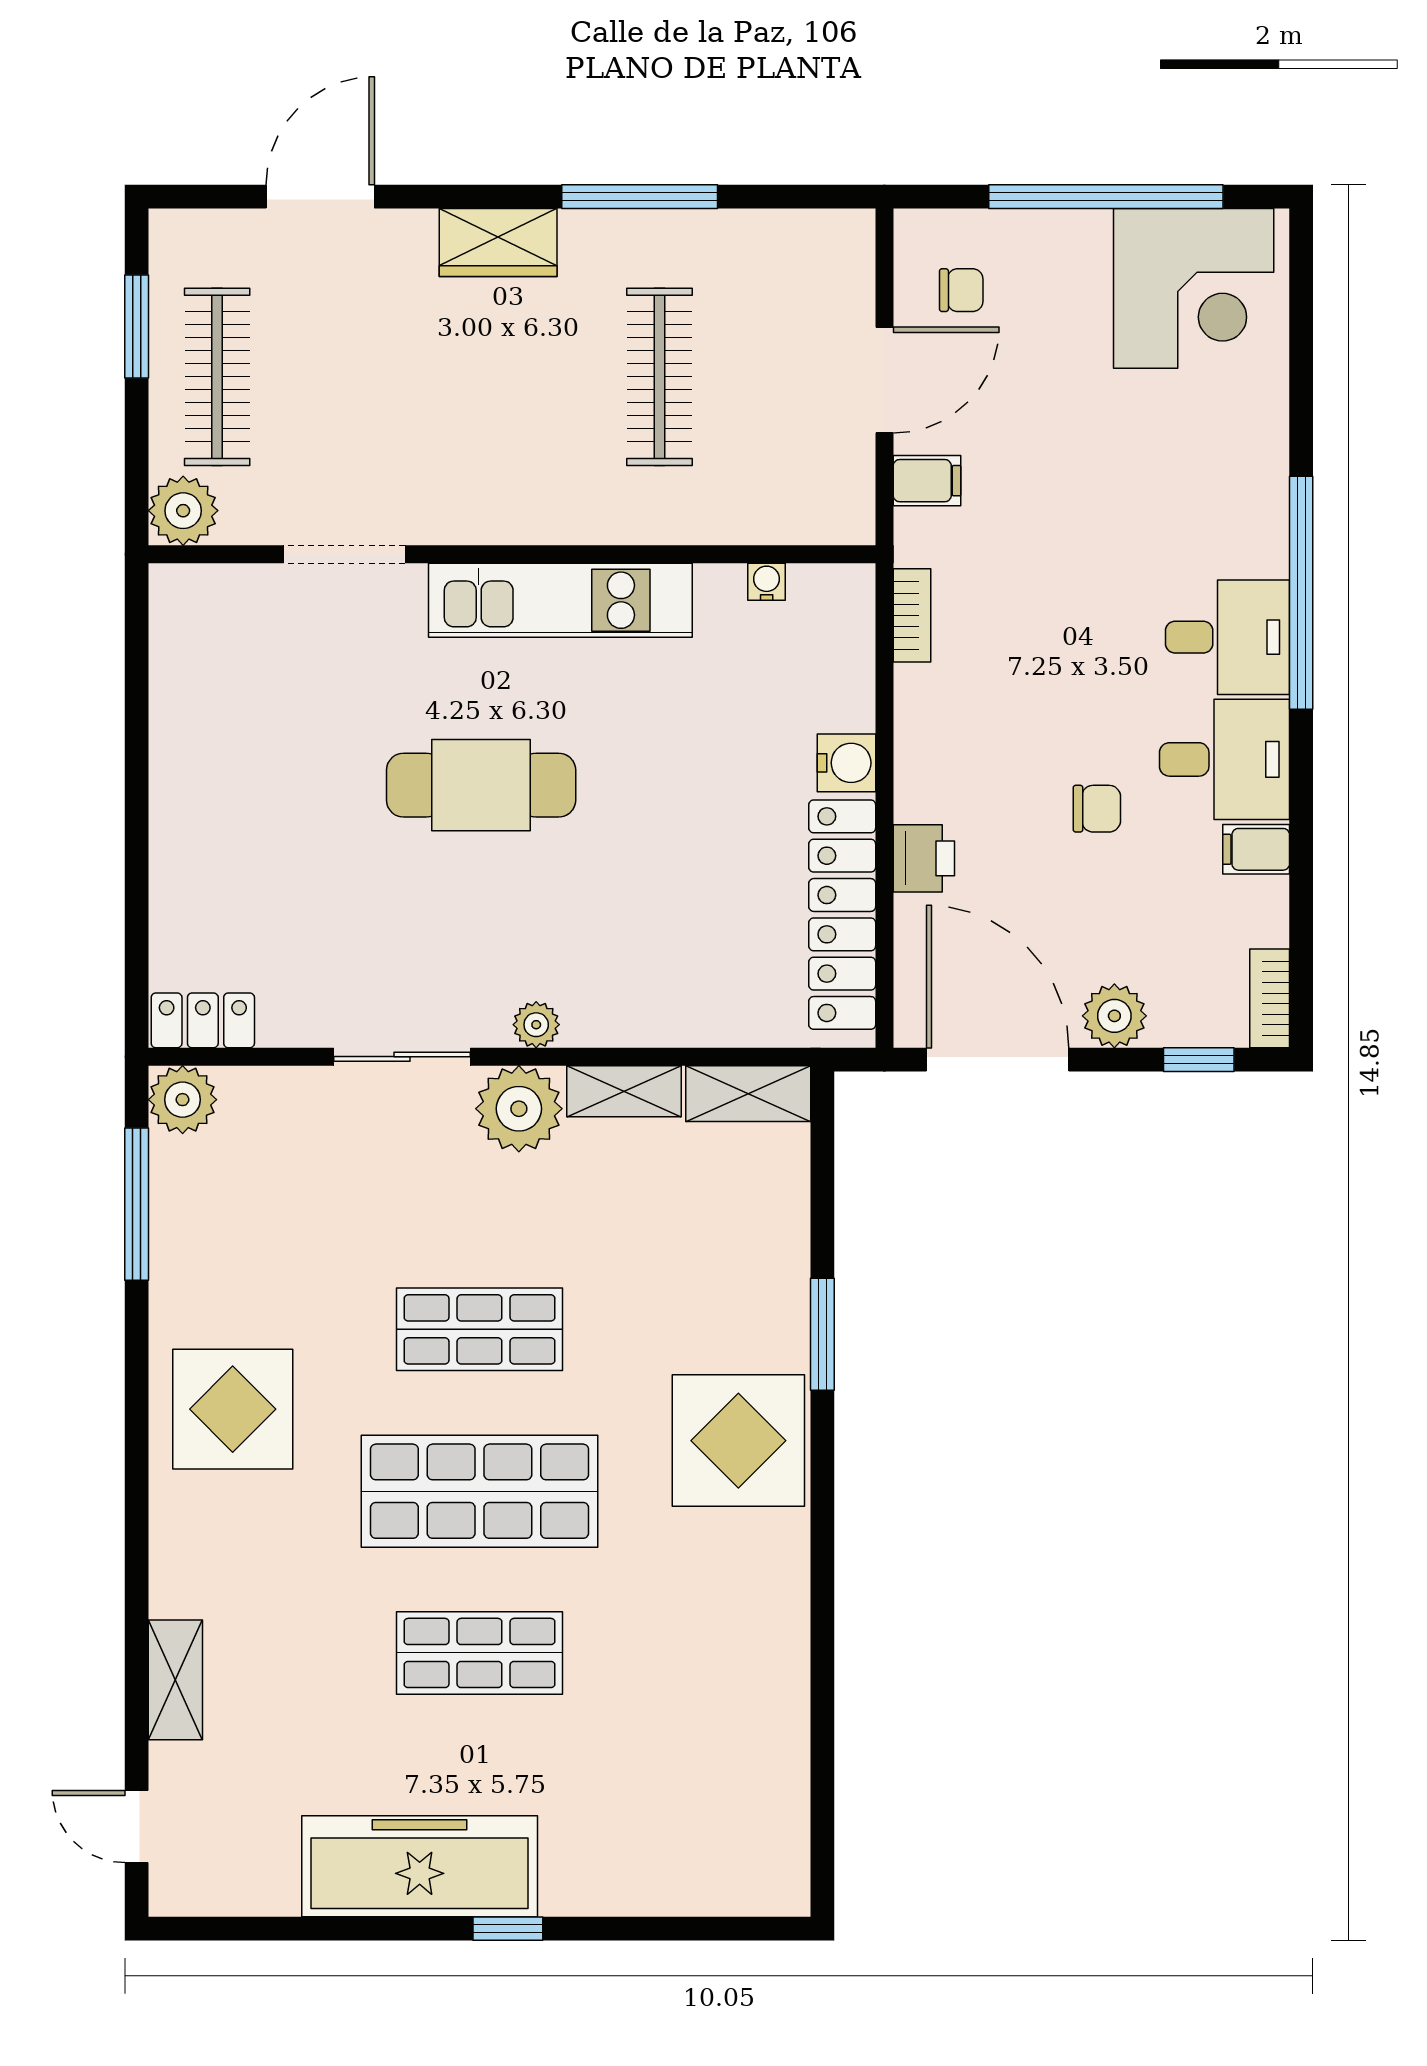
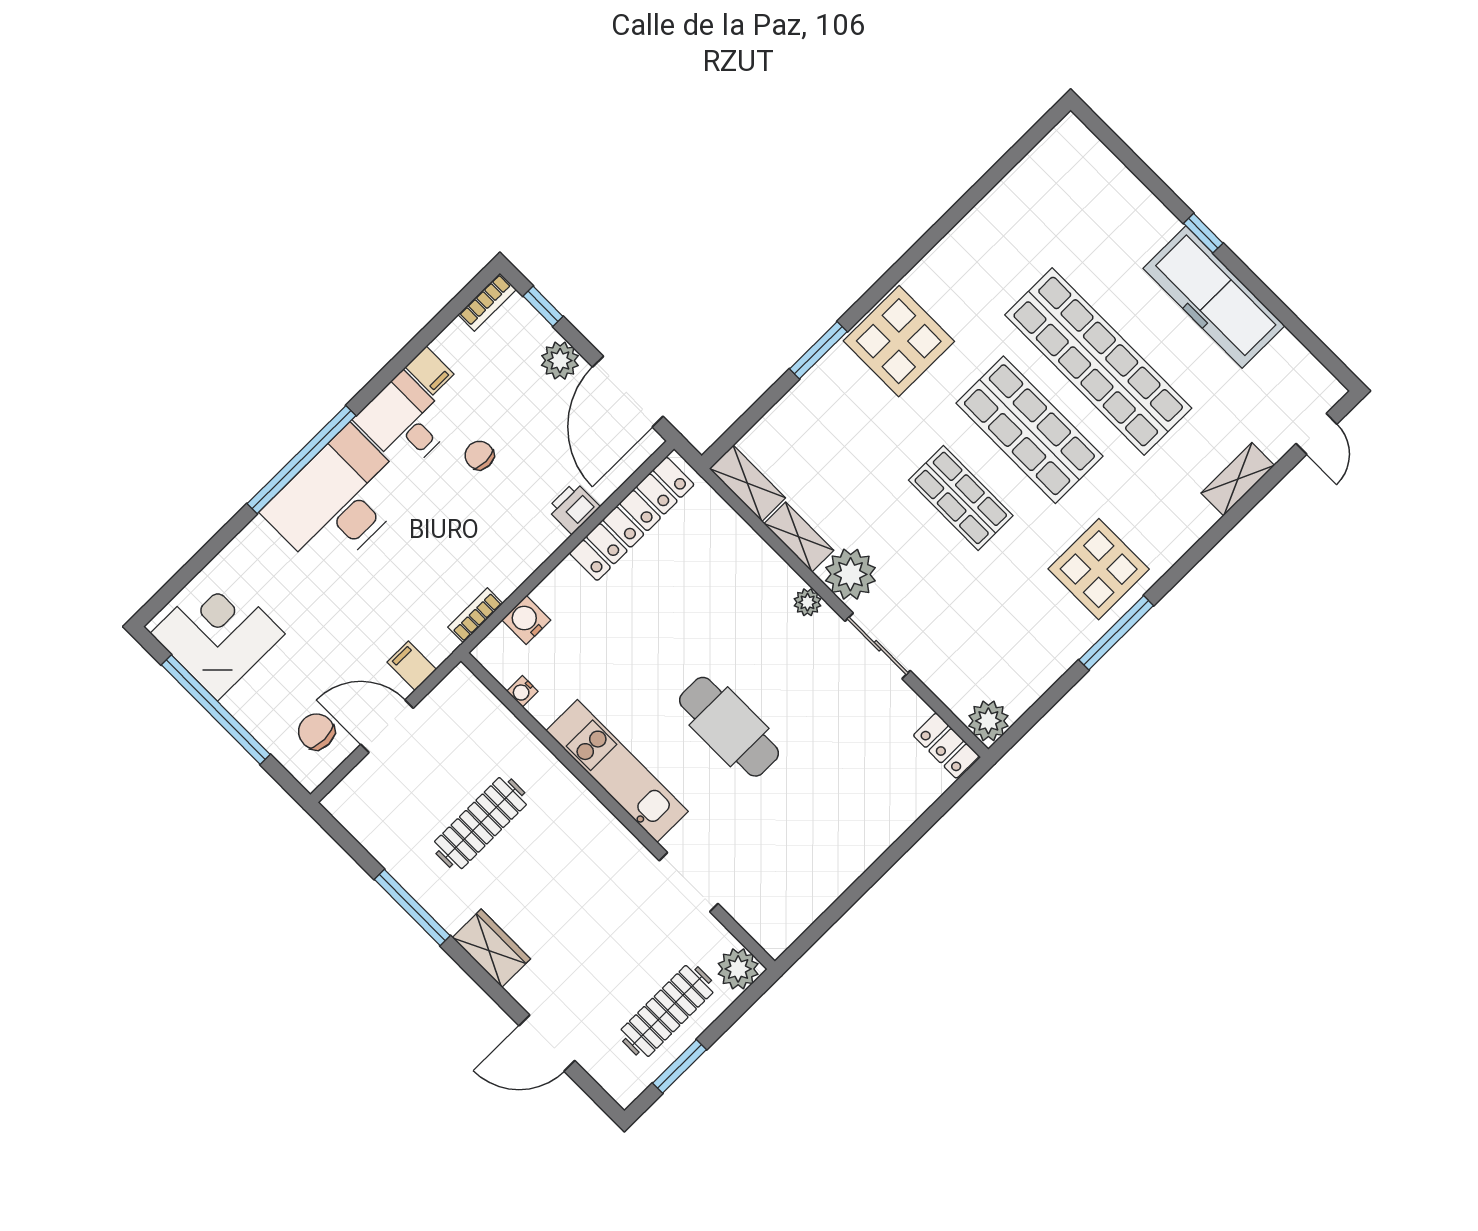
chair: (961, 290) -> (316, 732), width x1.37, depth x1.37
desk: (1227, 637) -> (338, 501), width x1.87, depth x1.30
water cooler: (846, 763) -> (526, 620), moved
window: (137, 1204) -> (1116, 633), moved
shop shelf: (479, 1653) -> (1098, 361), width x2.00, depth x1.36

